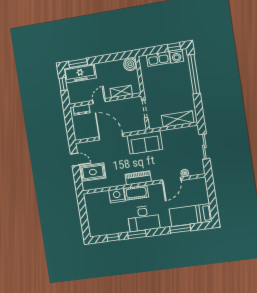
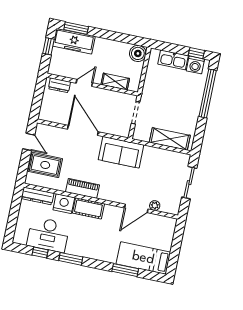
piano: (138, 178) -> (83, 188), moved
dresser: (96, 197) -> (38, 196), added
desk: (143, 218) -> (48, 235), moved

